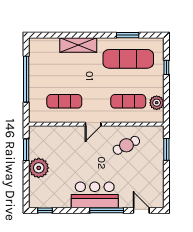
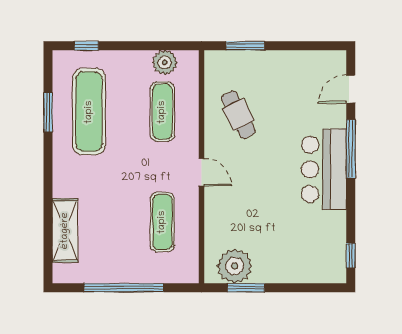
shelving: (78, 45) -> (65, 231), moved
window: (166, 67) -> (86, 46), moved
plant: (39, 168) -> (235, 266), moved

